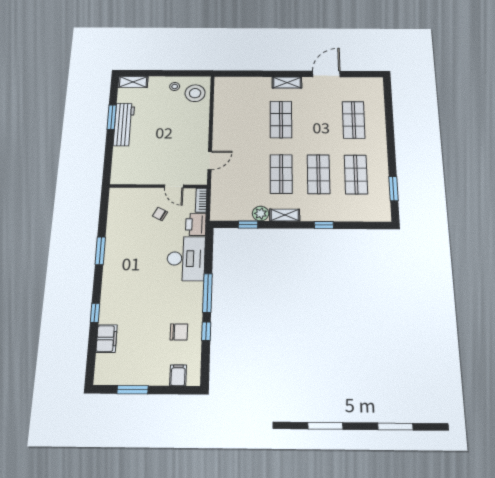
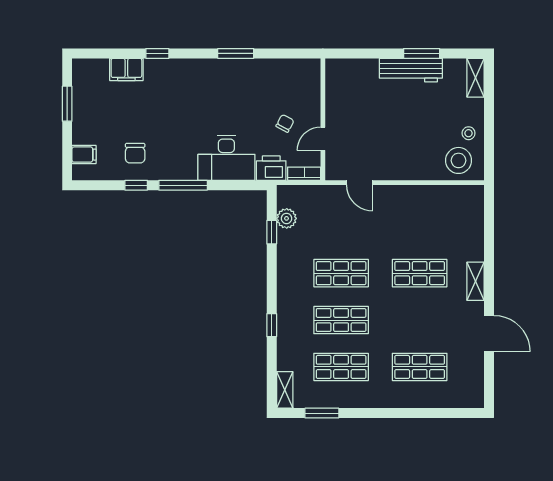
plant: (261, 214) -> (287, 218), moved
shelving: (285, 215) -> (285, 390), moved

